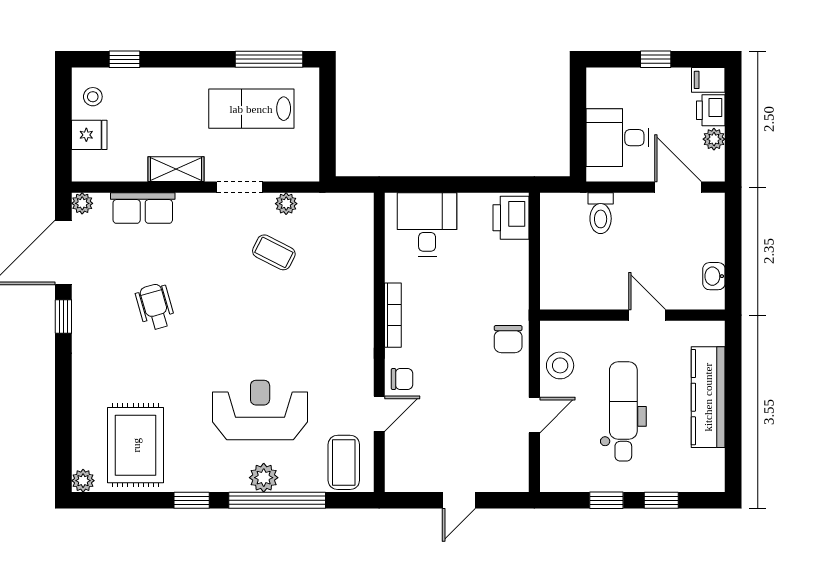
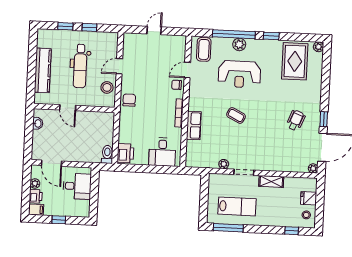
row of seats: (143, 208) -> (194, 125), moved, turned 90
toilet: (601, 213) -> (107, 154), moved
coffee table: (274, 252) -> (236, 115), moved
wheelchair: (155, 307) -> (296, 120), moved, turned -142

